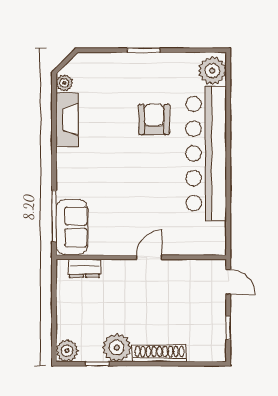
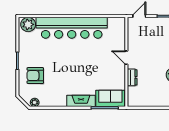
armchair: (154, 119) -> (35, 76), moved
fireplace: (67, 120) -> (81, 101), moved
dresser: (84, 268) -> (132, 77), moved

